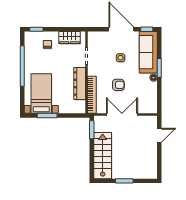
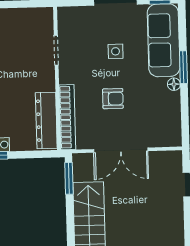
wardrobe: (69, 37) -> (26, 18), removed
dresser: (80, 83) -> (46, 120), moved
double door: (122, 114) -> (121, 150), swing flipped

